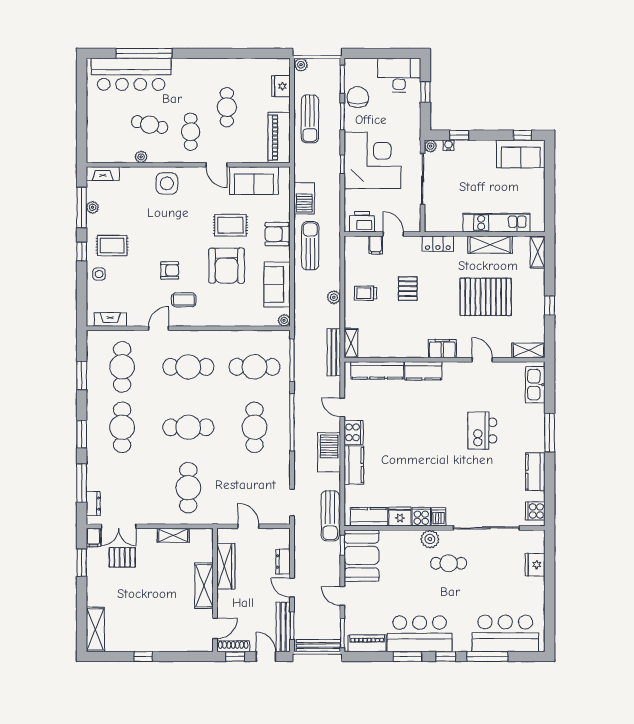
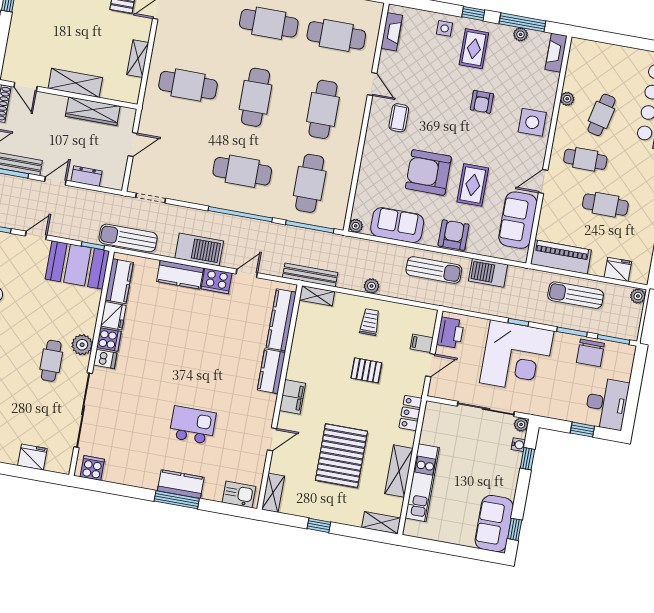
chair: (358, 97) -> (590, 353), turned 90
armchair: (170, 270) -> (482, 102), moved
kitchen sink: (535, 385) -> (239, 494), width x0.73
kitchen counter: (535, 472) -> (181, 484), moved

